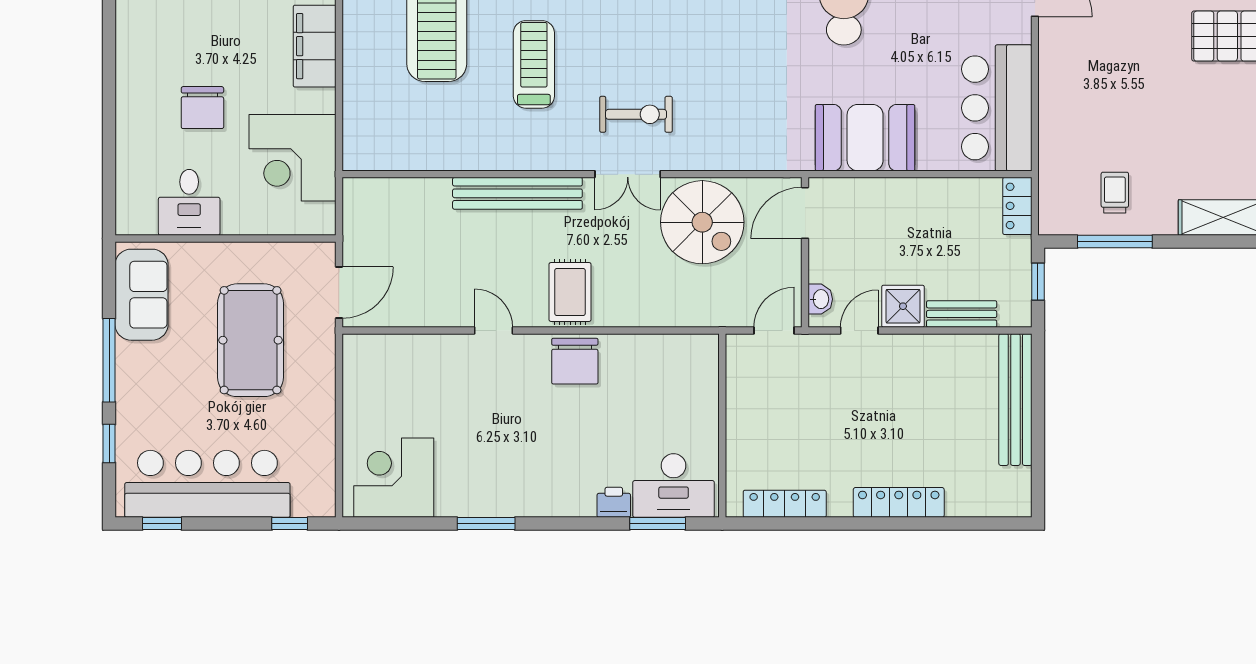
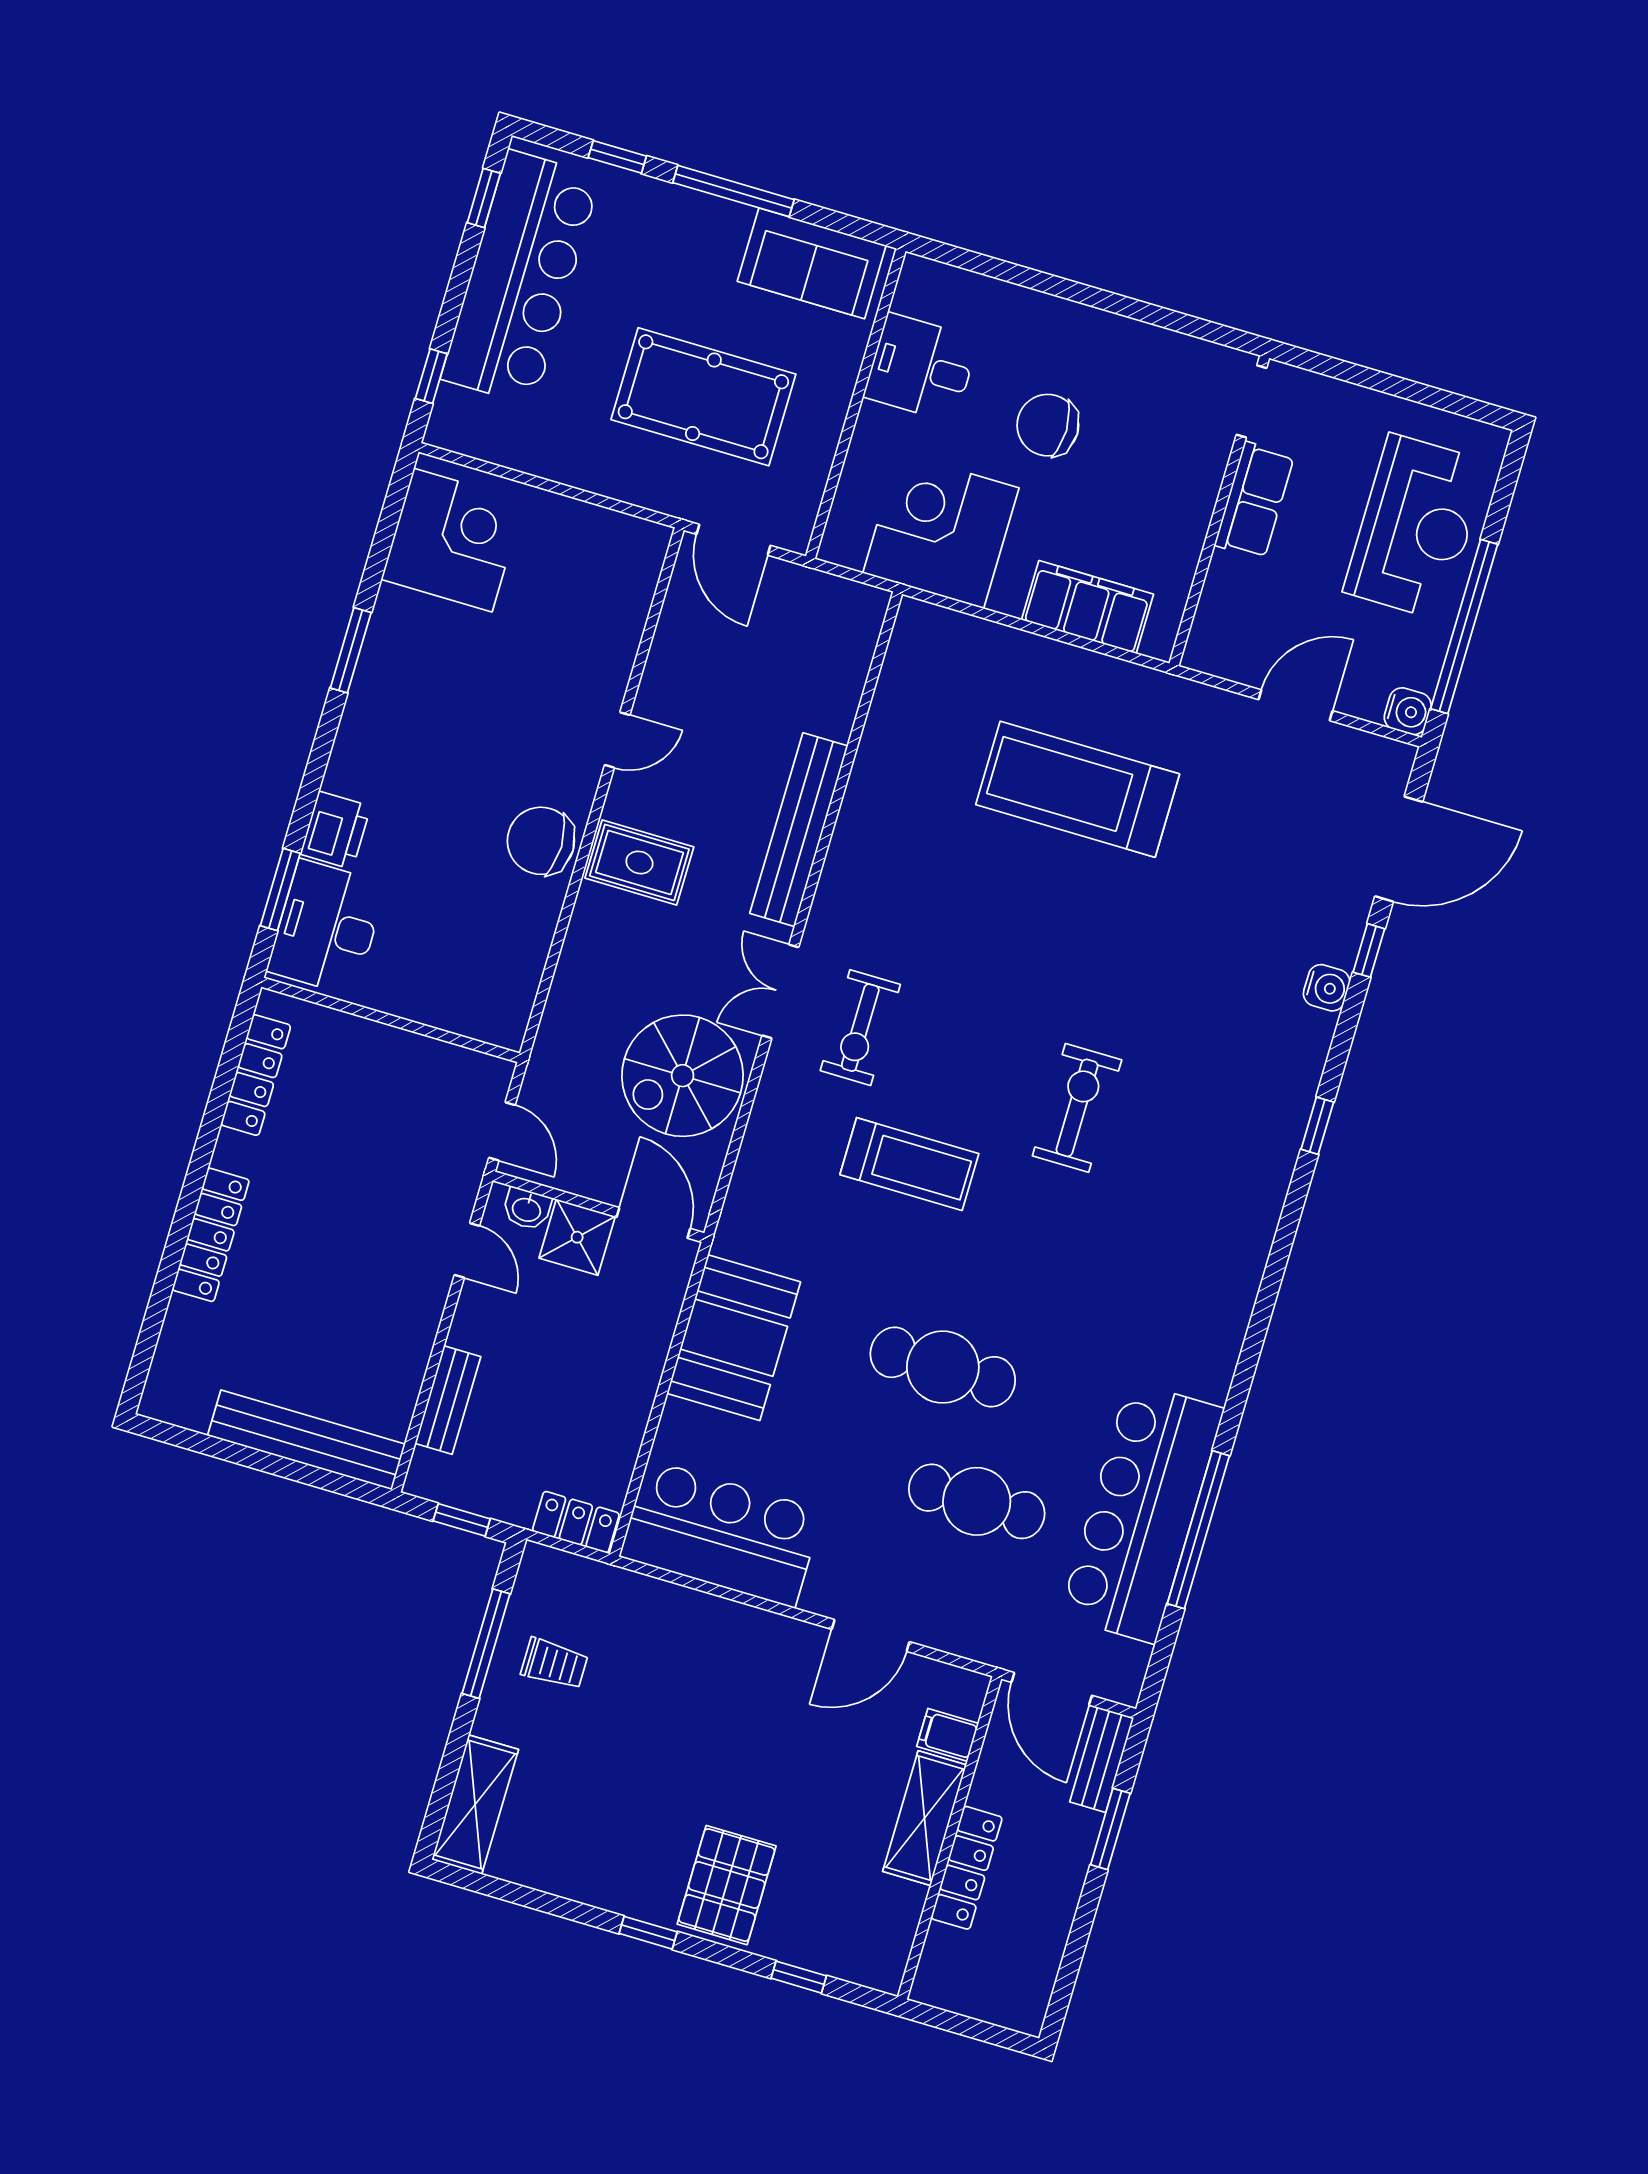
treadmill: (534, 64) -> (909, 1164), moved
shower: (903, 306) -> (577, 1237), moved
printer: (614, 502) -> (335, 830), width x1.36, depth x1.24

